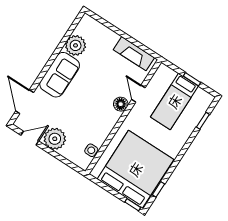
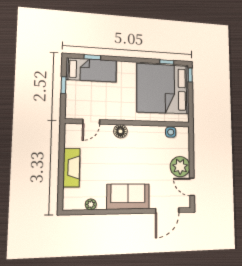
plant: (76, 45) -> (91, 204), width x0.53, depth x0.53
fireplace: (134, 54) -> (71, 168), moved
door: (138, 94) -> (91, 122), moved
bed: (174, 101) -> (91, 70), moved

